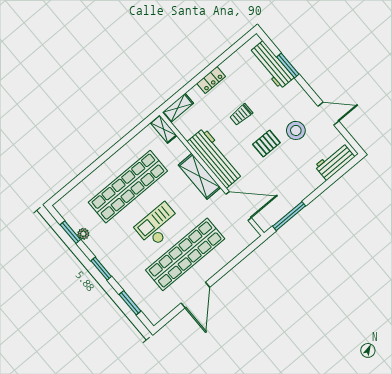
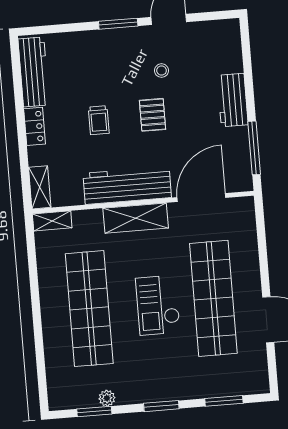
workbench: (272, 65) -> (34, 72), moved, turned -90
window: (288, 65) -> (118, 24), moved
stool: (296, 130) -> (162, 71), width x0.53, depth x0.53
workbench: (335, 161) -> (233, 100), moved

